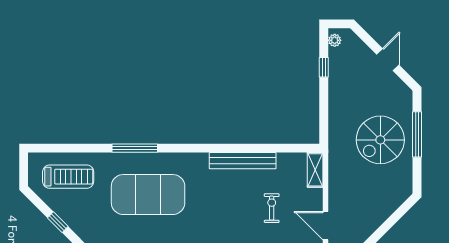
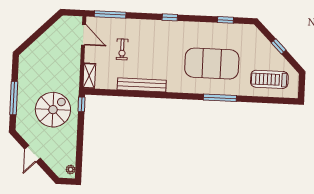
window: (324, 67) -> (81, 104), moved
spiral stairs: (380, 140) -> (53, 110), moved

